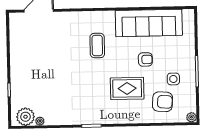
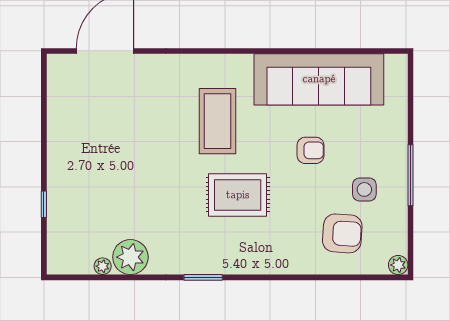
coffee table: (97, 46) -> (217, 121), width x1.36, depth x1.32
rug: (127, 88) -> (238, 195), moved
plant: (26, 117) -> (130, 257), moved

